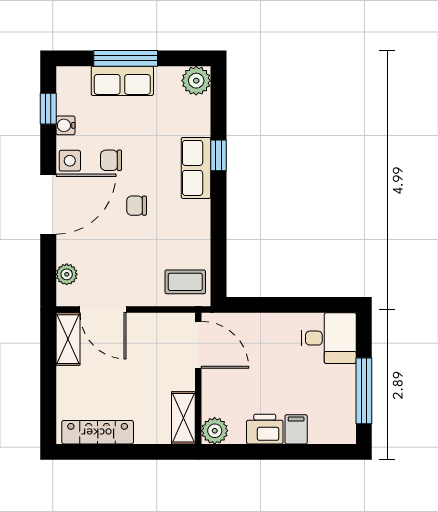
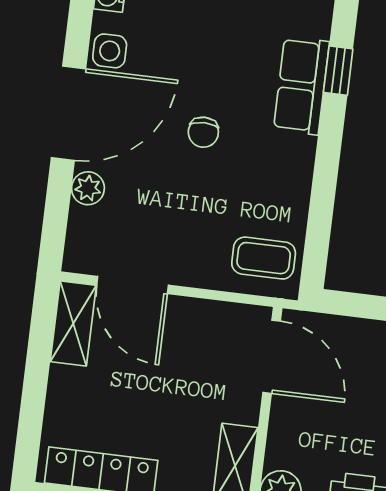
chair: (111, 160) -> (173, 58), removed
chair: (137, 206) -> (203, 132), turned -90
plant: (67, 274) -> (88, 188), moved

